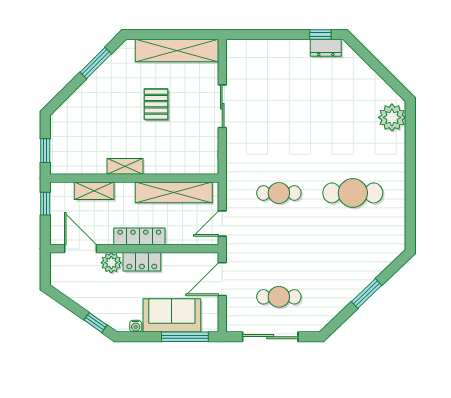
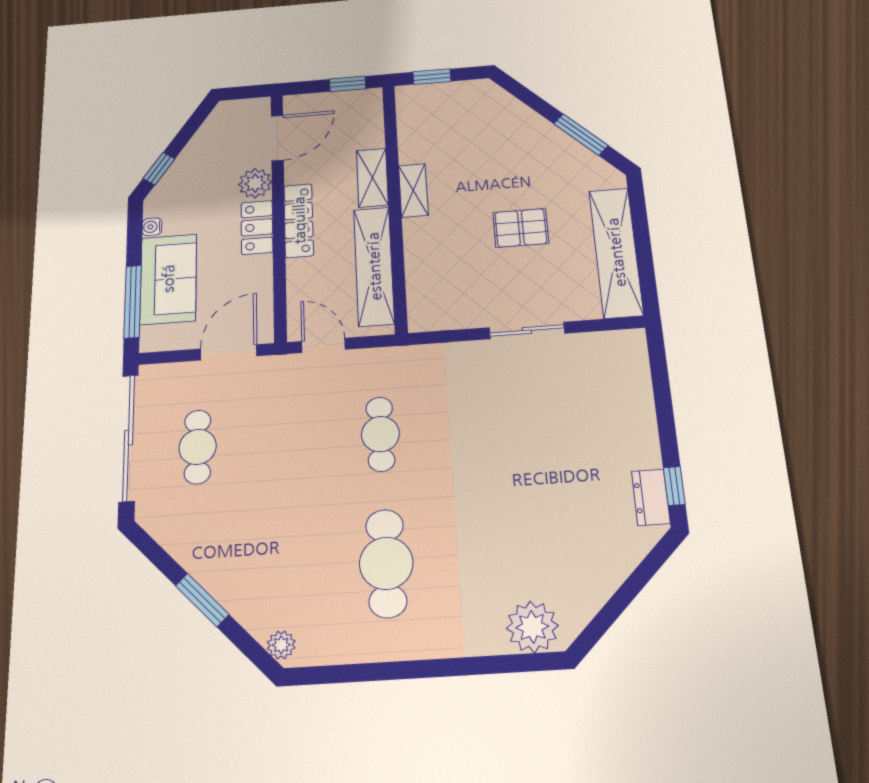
shelving: (94, 191) -> (372, 178), moved
plant: (393, 251) -> (281, 645), added
door: (222, 279) -> (229, 352), hinge flipped
sliding door: (270, 337) -> (129, 438), width x1.36

